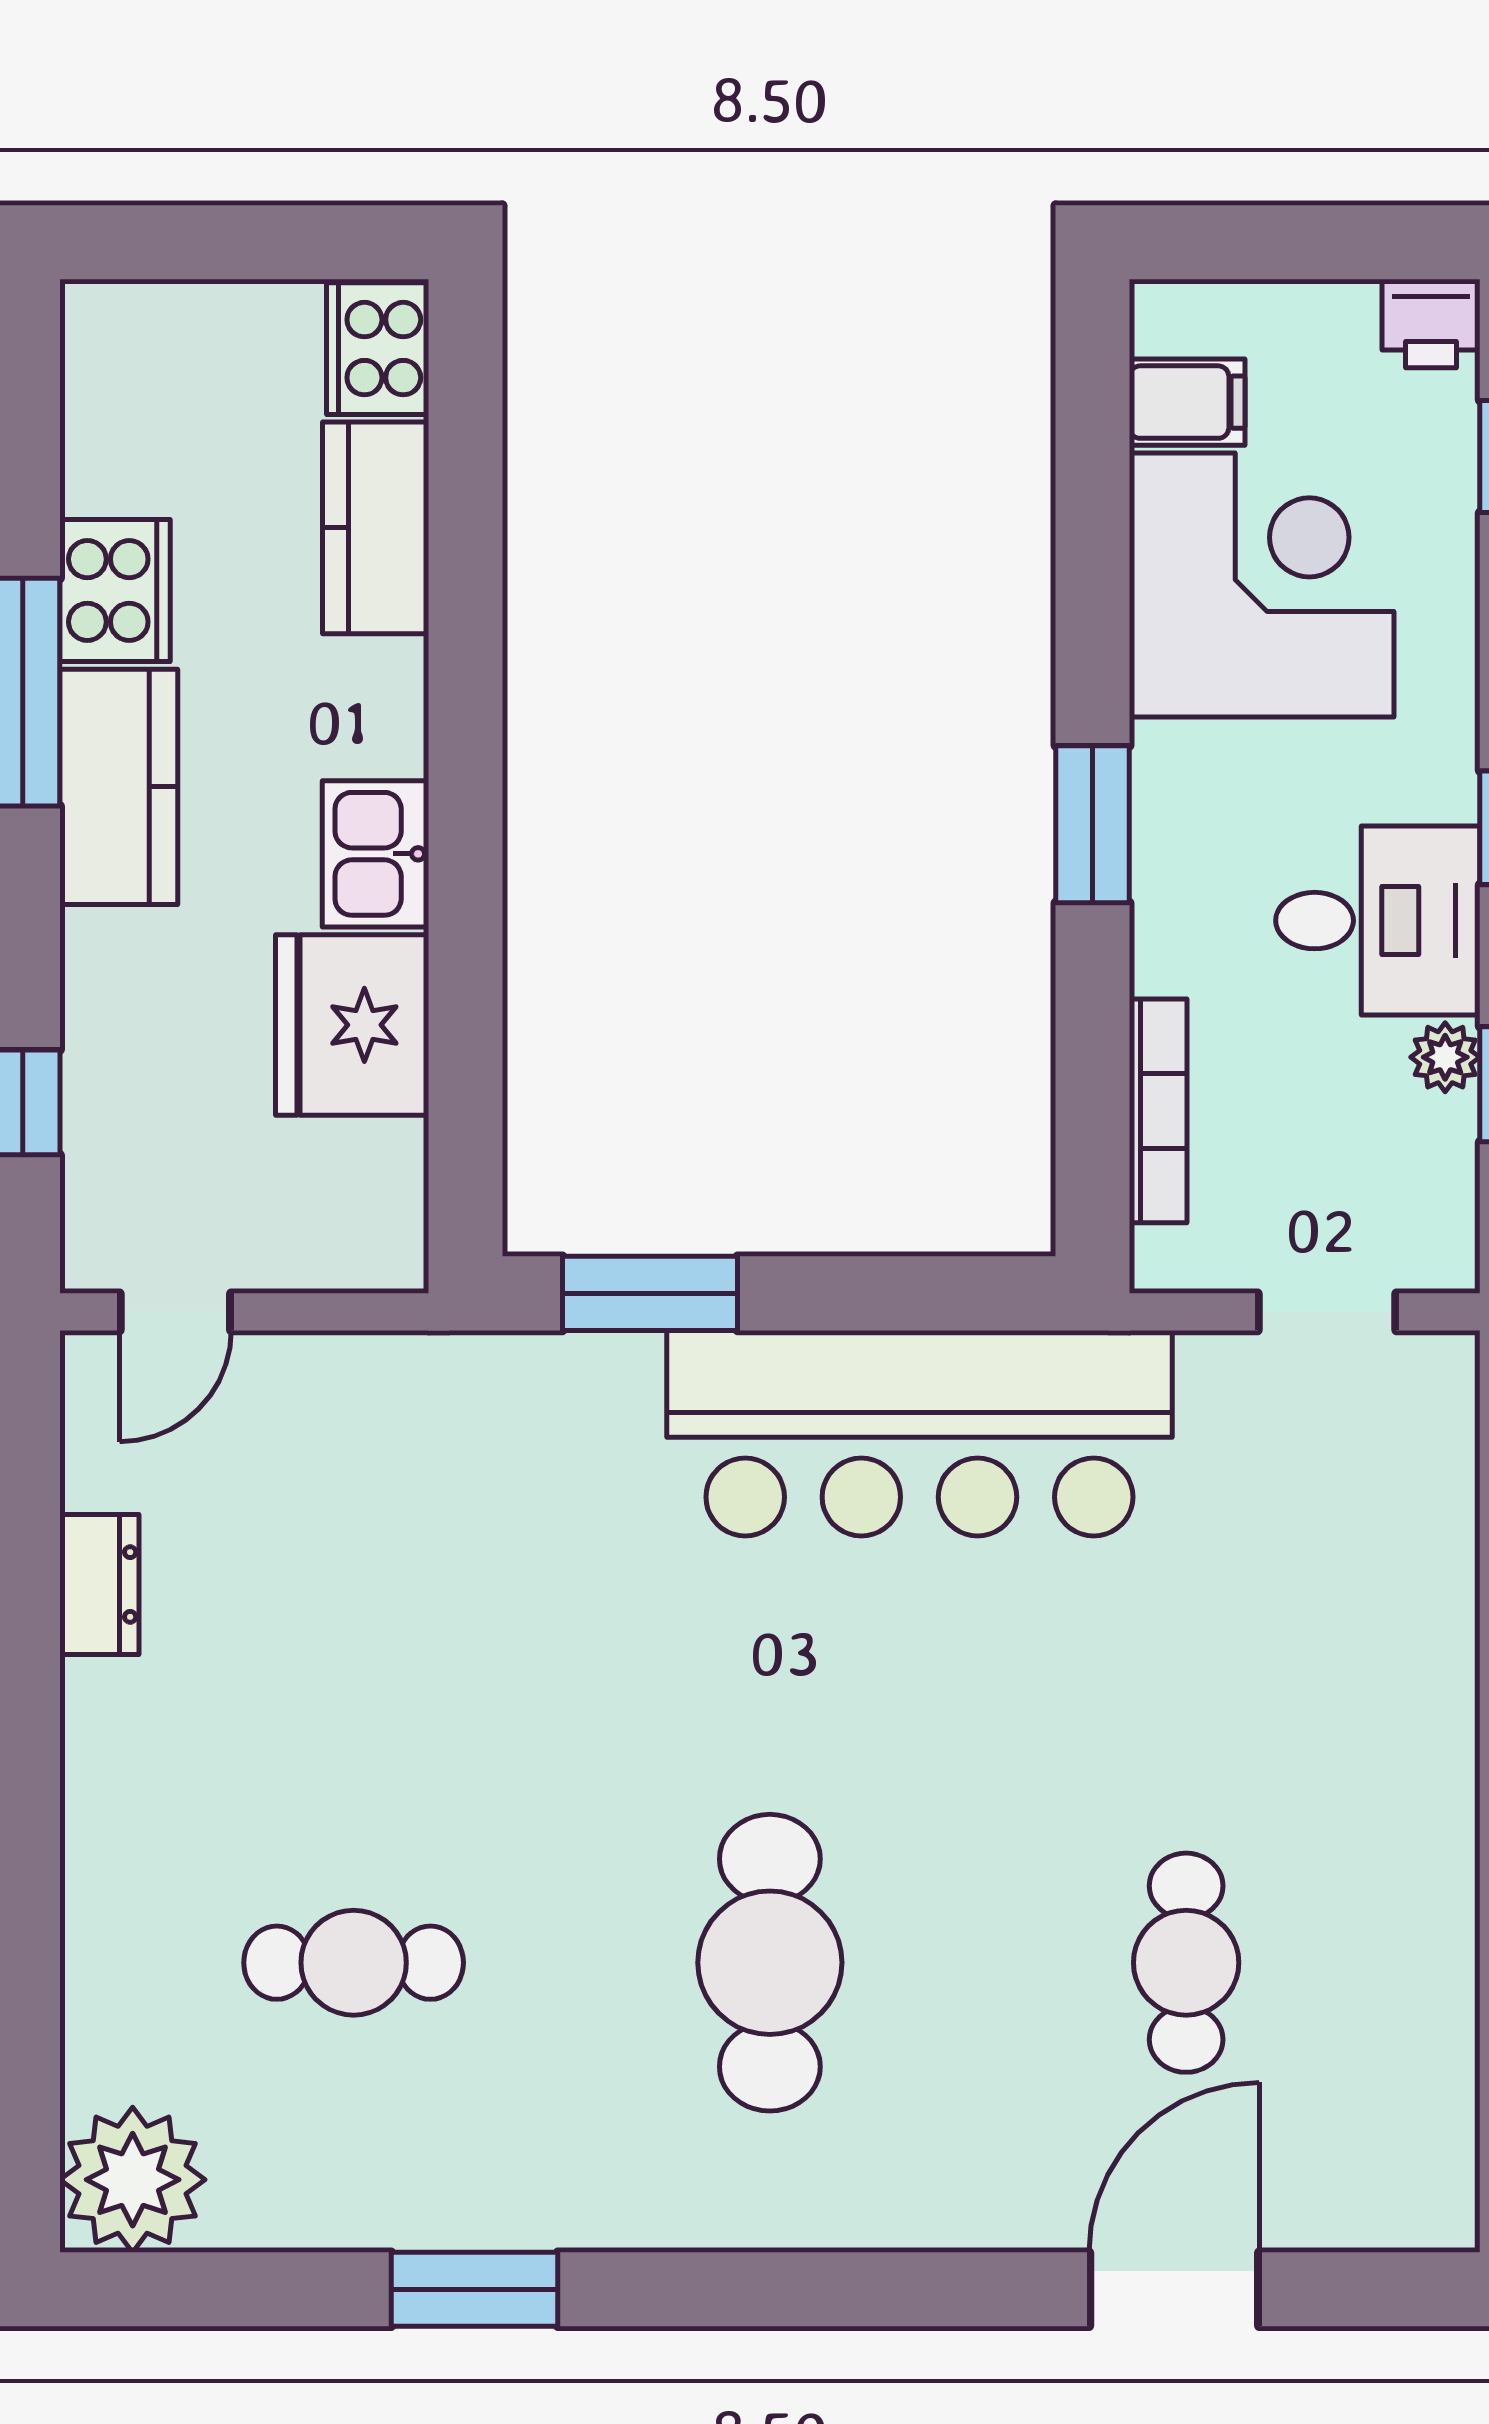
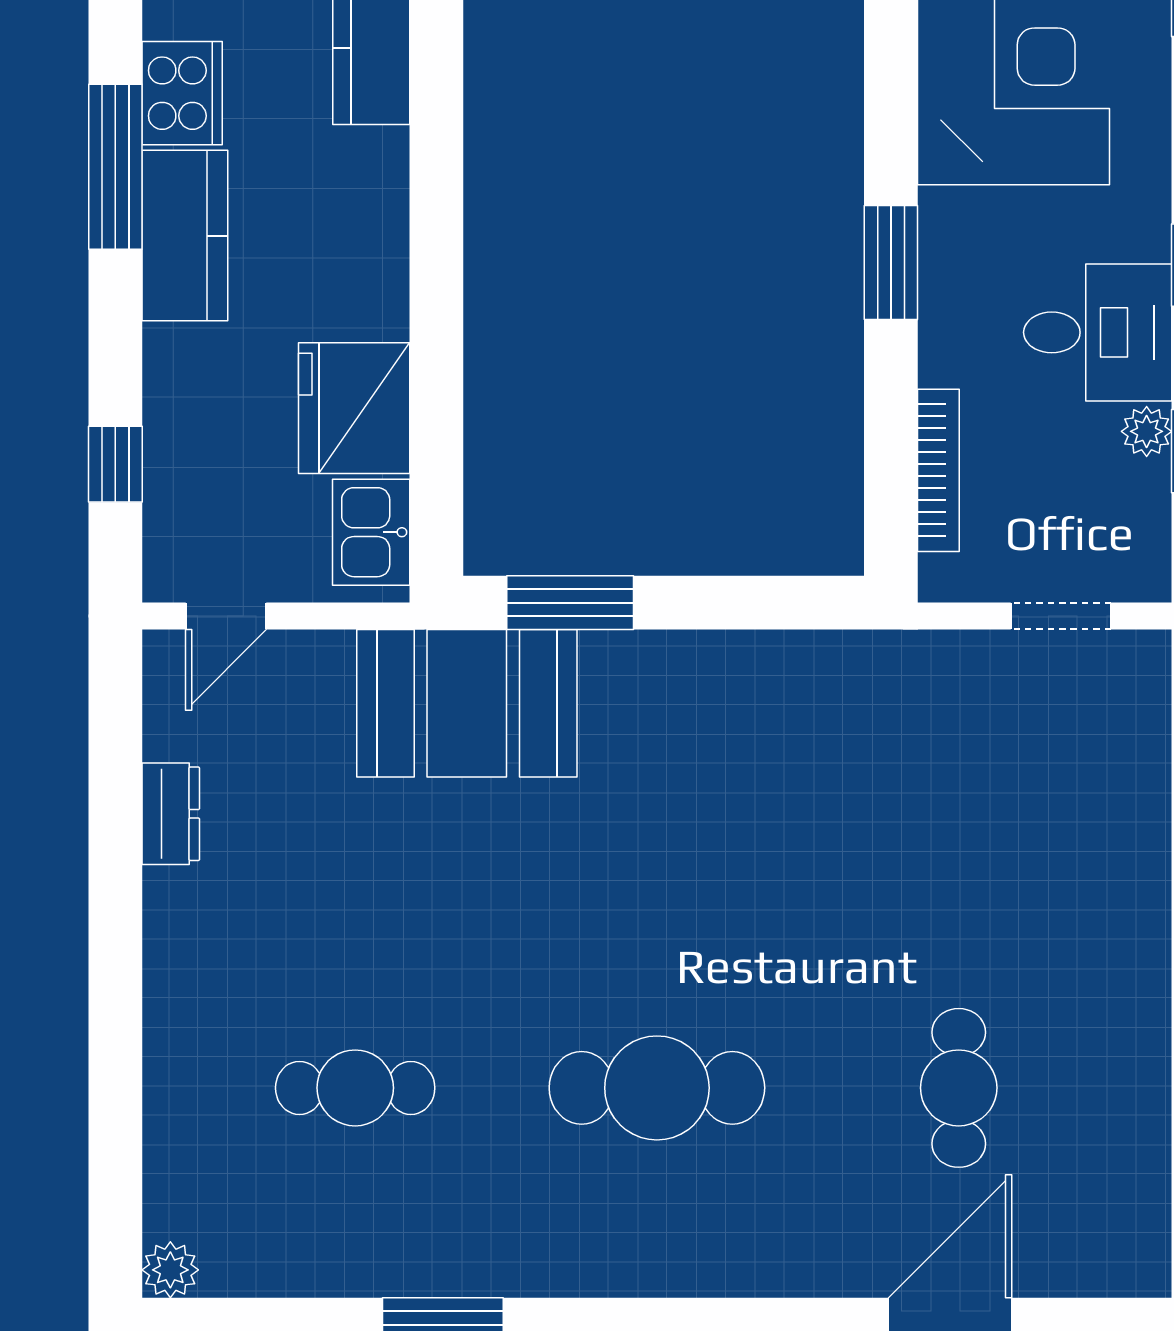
kitchen sink: (376, 854) -> (371, 532), moved
booth: (508, 1432) -> (467, 703), added
bar counter: (919, 1433) -> (765, 704), removed
cafe table: (770, 1963) -> (657, 1088), turned 90
plant: (133, 2180) -> (170, 1270), width x0.53, depth x0.53

